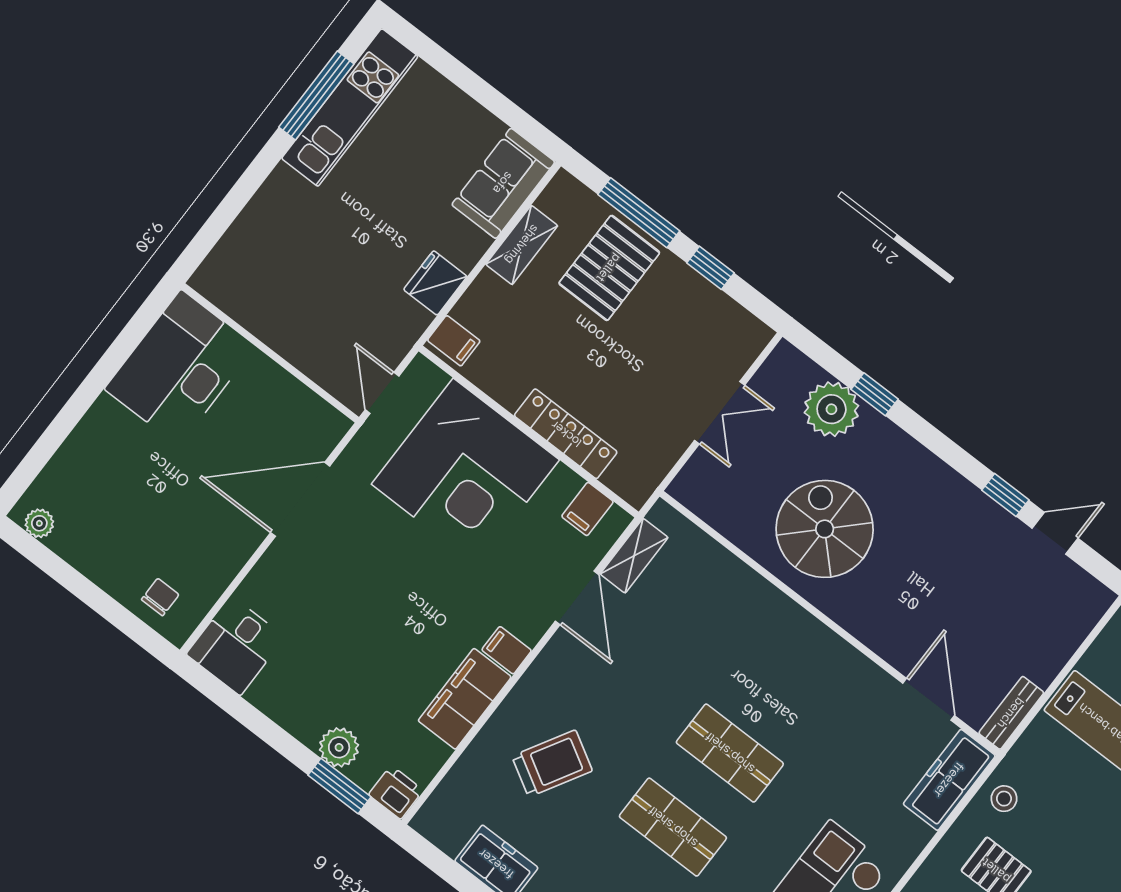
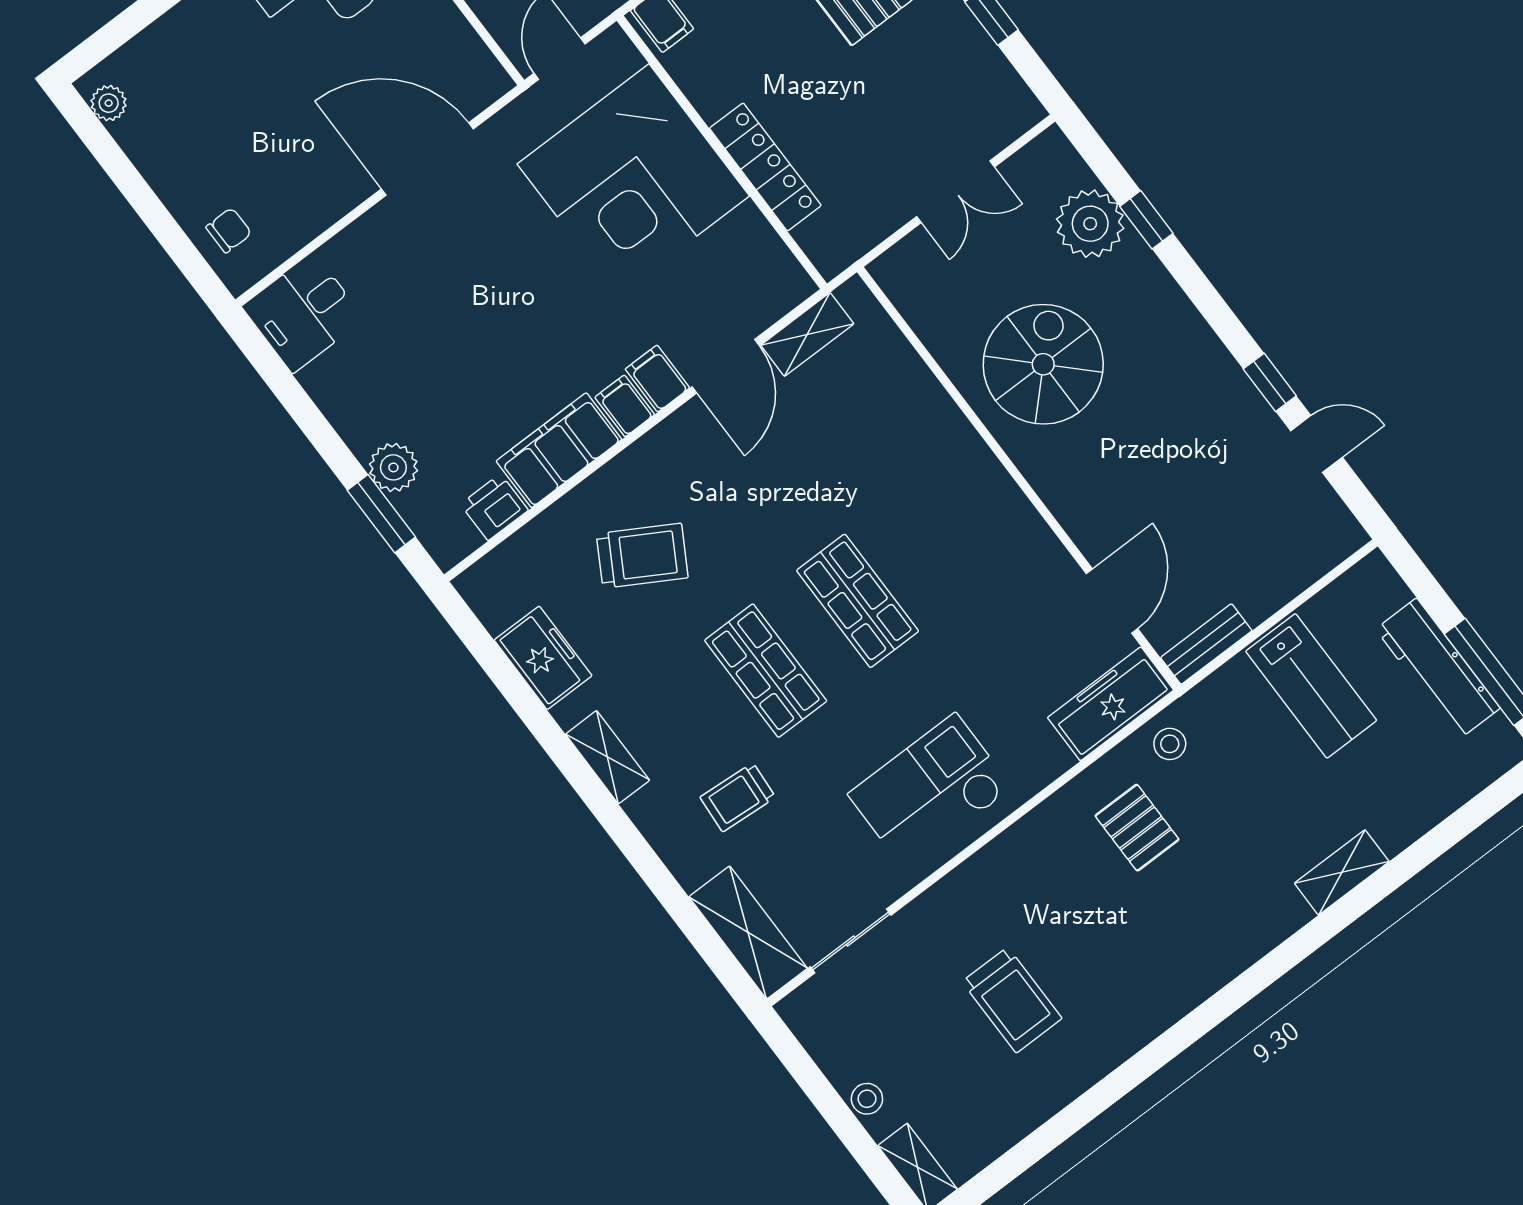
filing cabinet: (587, 509) -> (657, 378), moved, turned 90
printer: (396, 792) -> (494, 507), moved, turned -90

